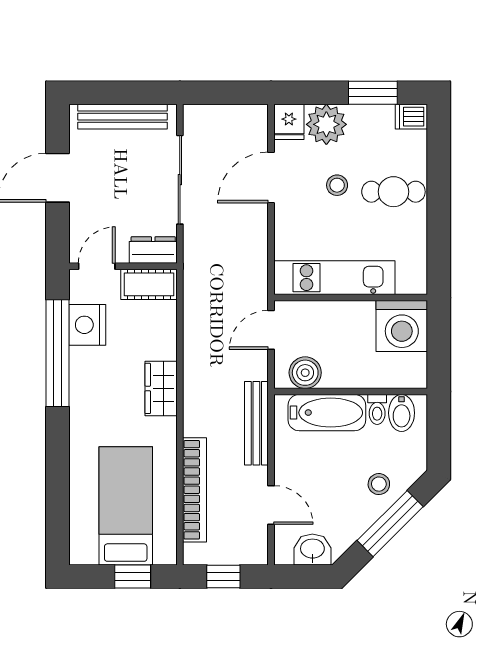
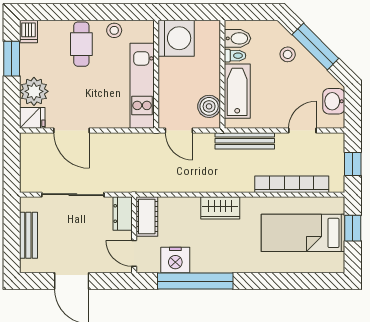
bench: (122, 117) -> (28, 235), width x0.73
stool: (337, 185) -> (114, 30), moved

